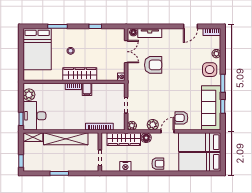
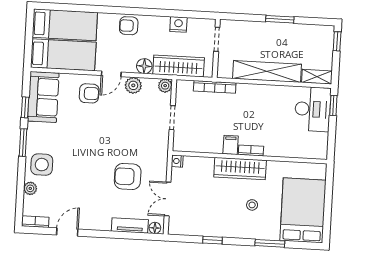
plant: (29, 95) -> (319, 142), removed
sofa: (211, 108) -> (43, 97), width x0.73

